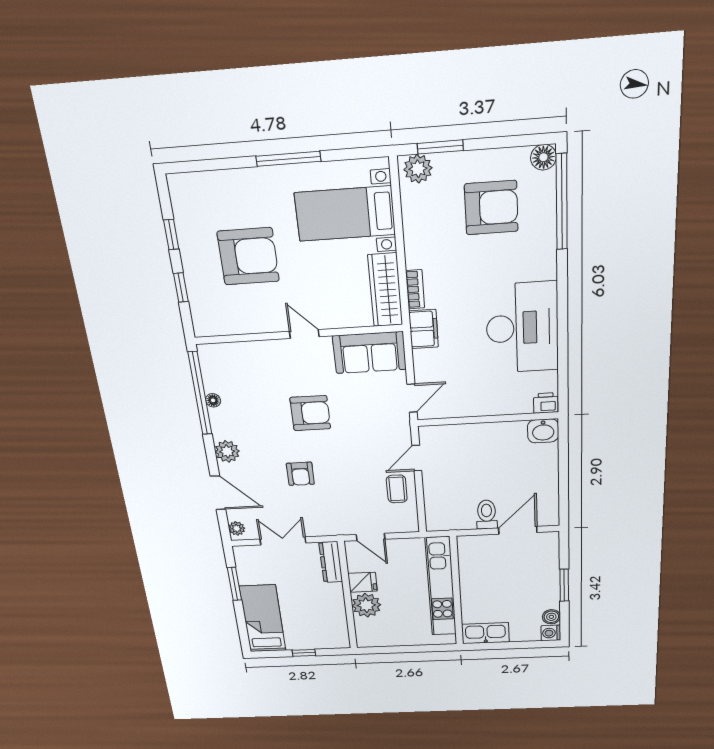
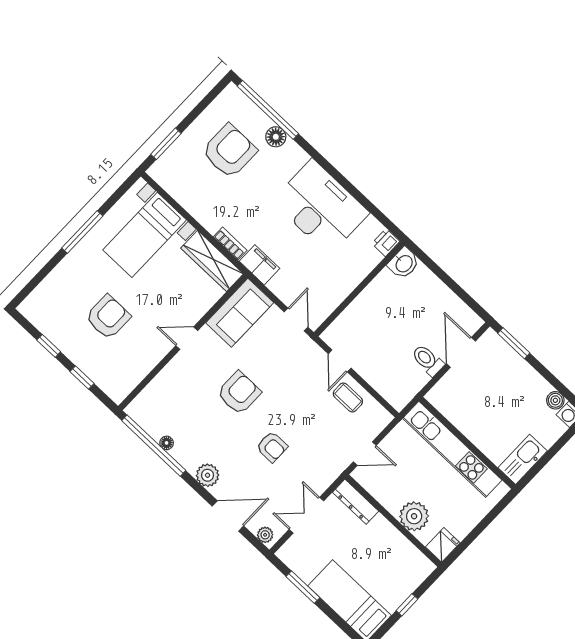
floor lamp: (543, 157) -> (276, 137), moved
plant: (418, 169) -> (164, 168), removed
armchair: (248, 256) -> (108, 317), width x0.73, depth x0.73
fridge: (363, 582) -> (443, 545), moved
window: (564, 585) -> (514, 343), moved

